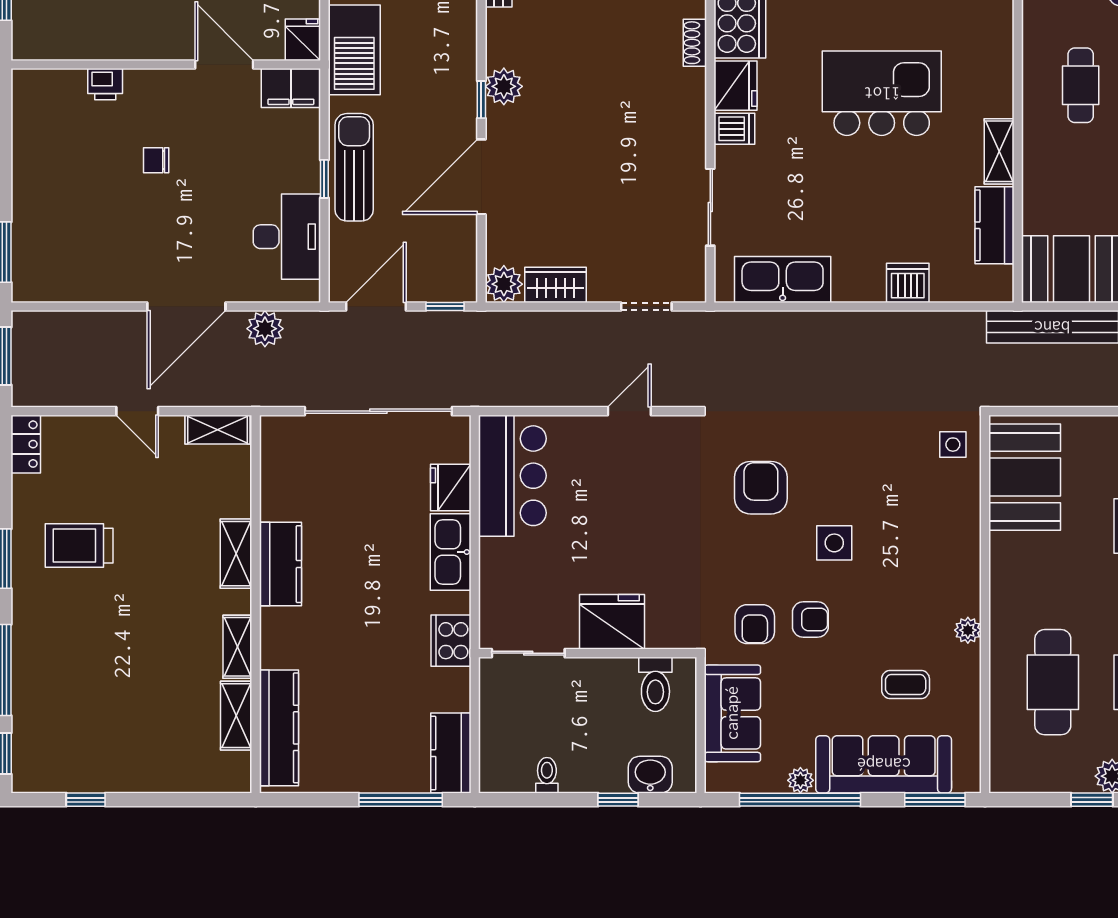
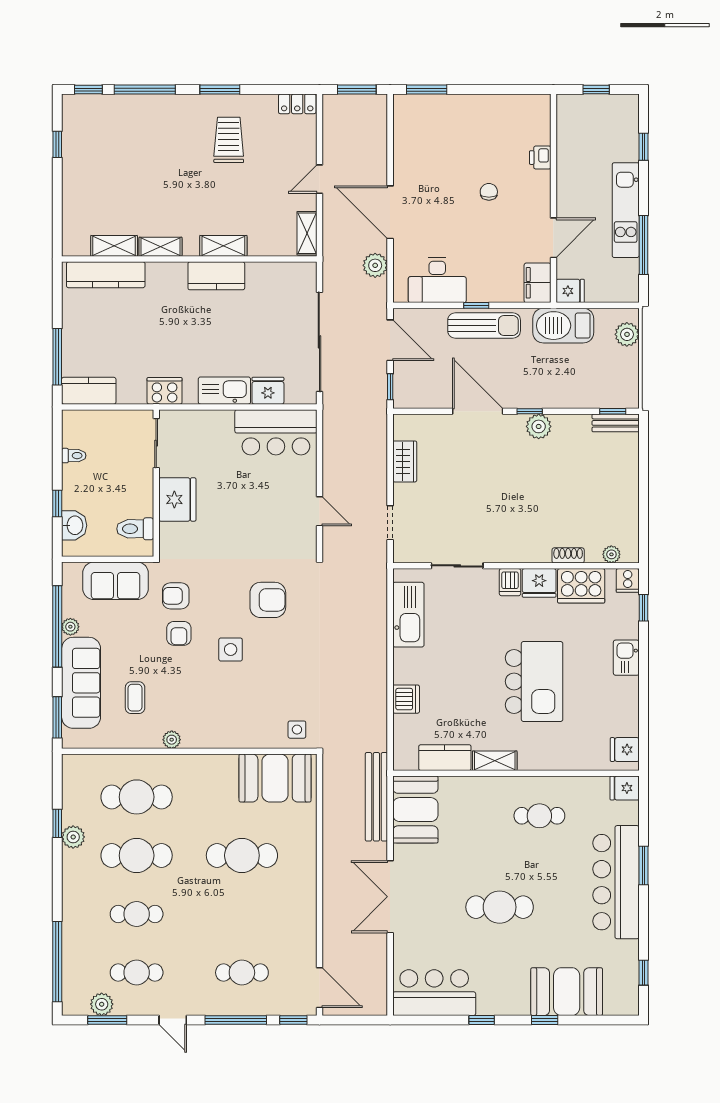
plant: (504, 284) -> (405, 427), removed

